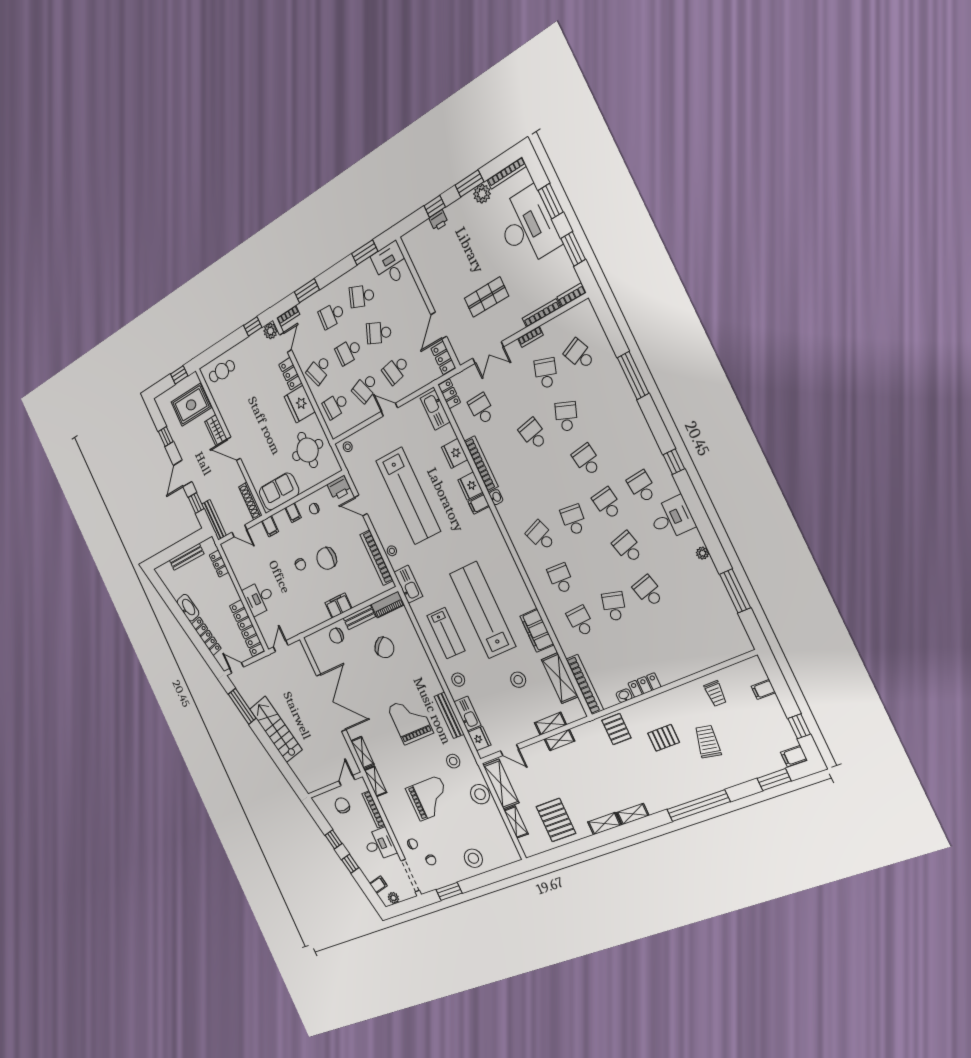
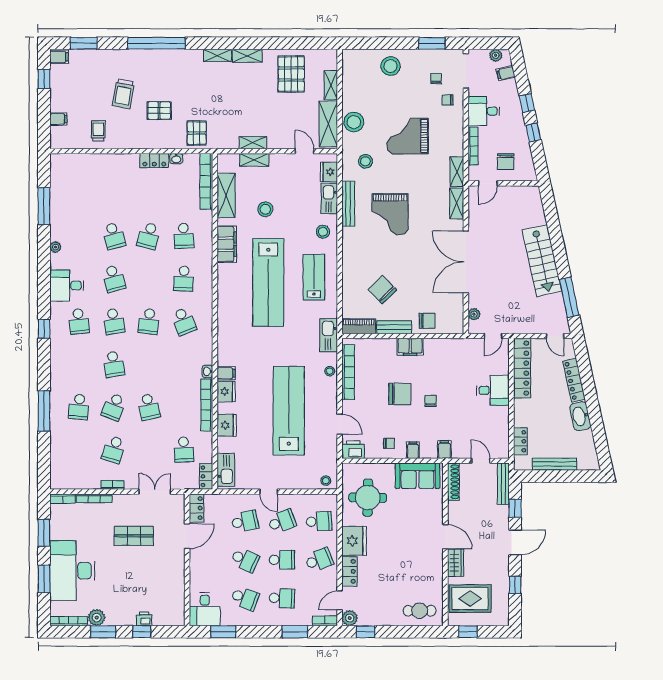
school desk: (580, 354) -> (79, 407), moved, turned 30
plant: (304, 659) -> (474, 314), added

